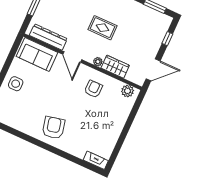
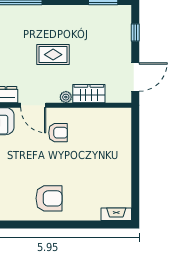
armchair: (93, 89) -> (58, 133), moved, turned 90
plant: (128, 91) -> (116, 116), removed
armchair: (53, 128) -> (49, 198), turned 103

